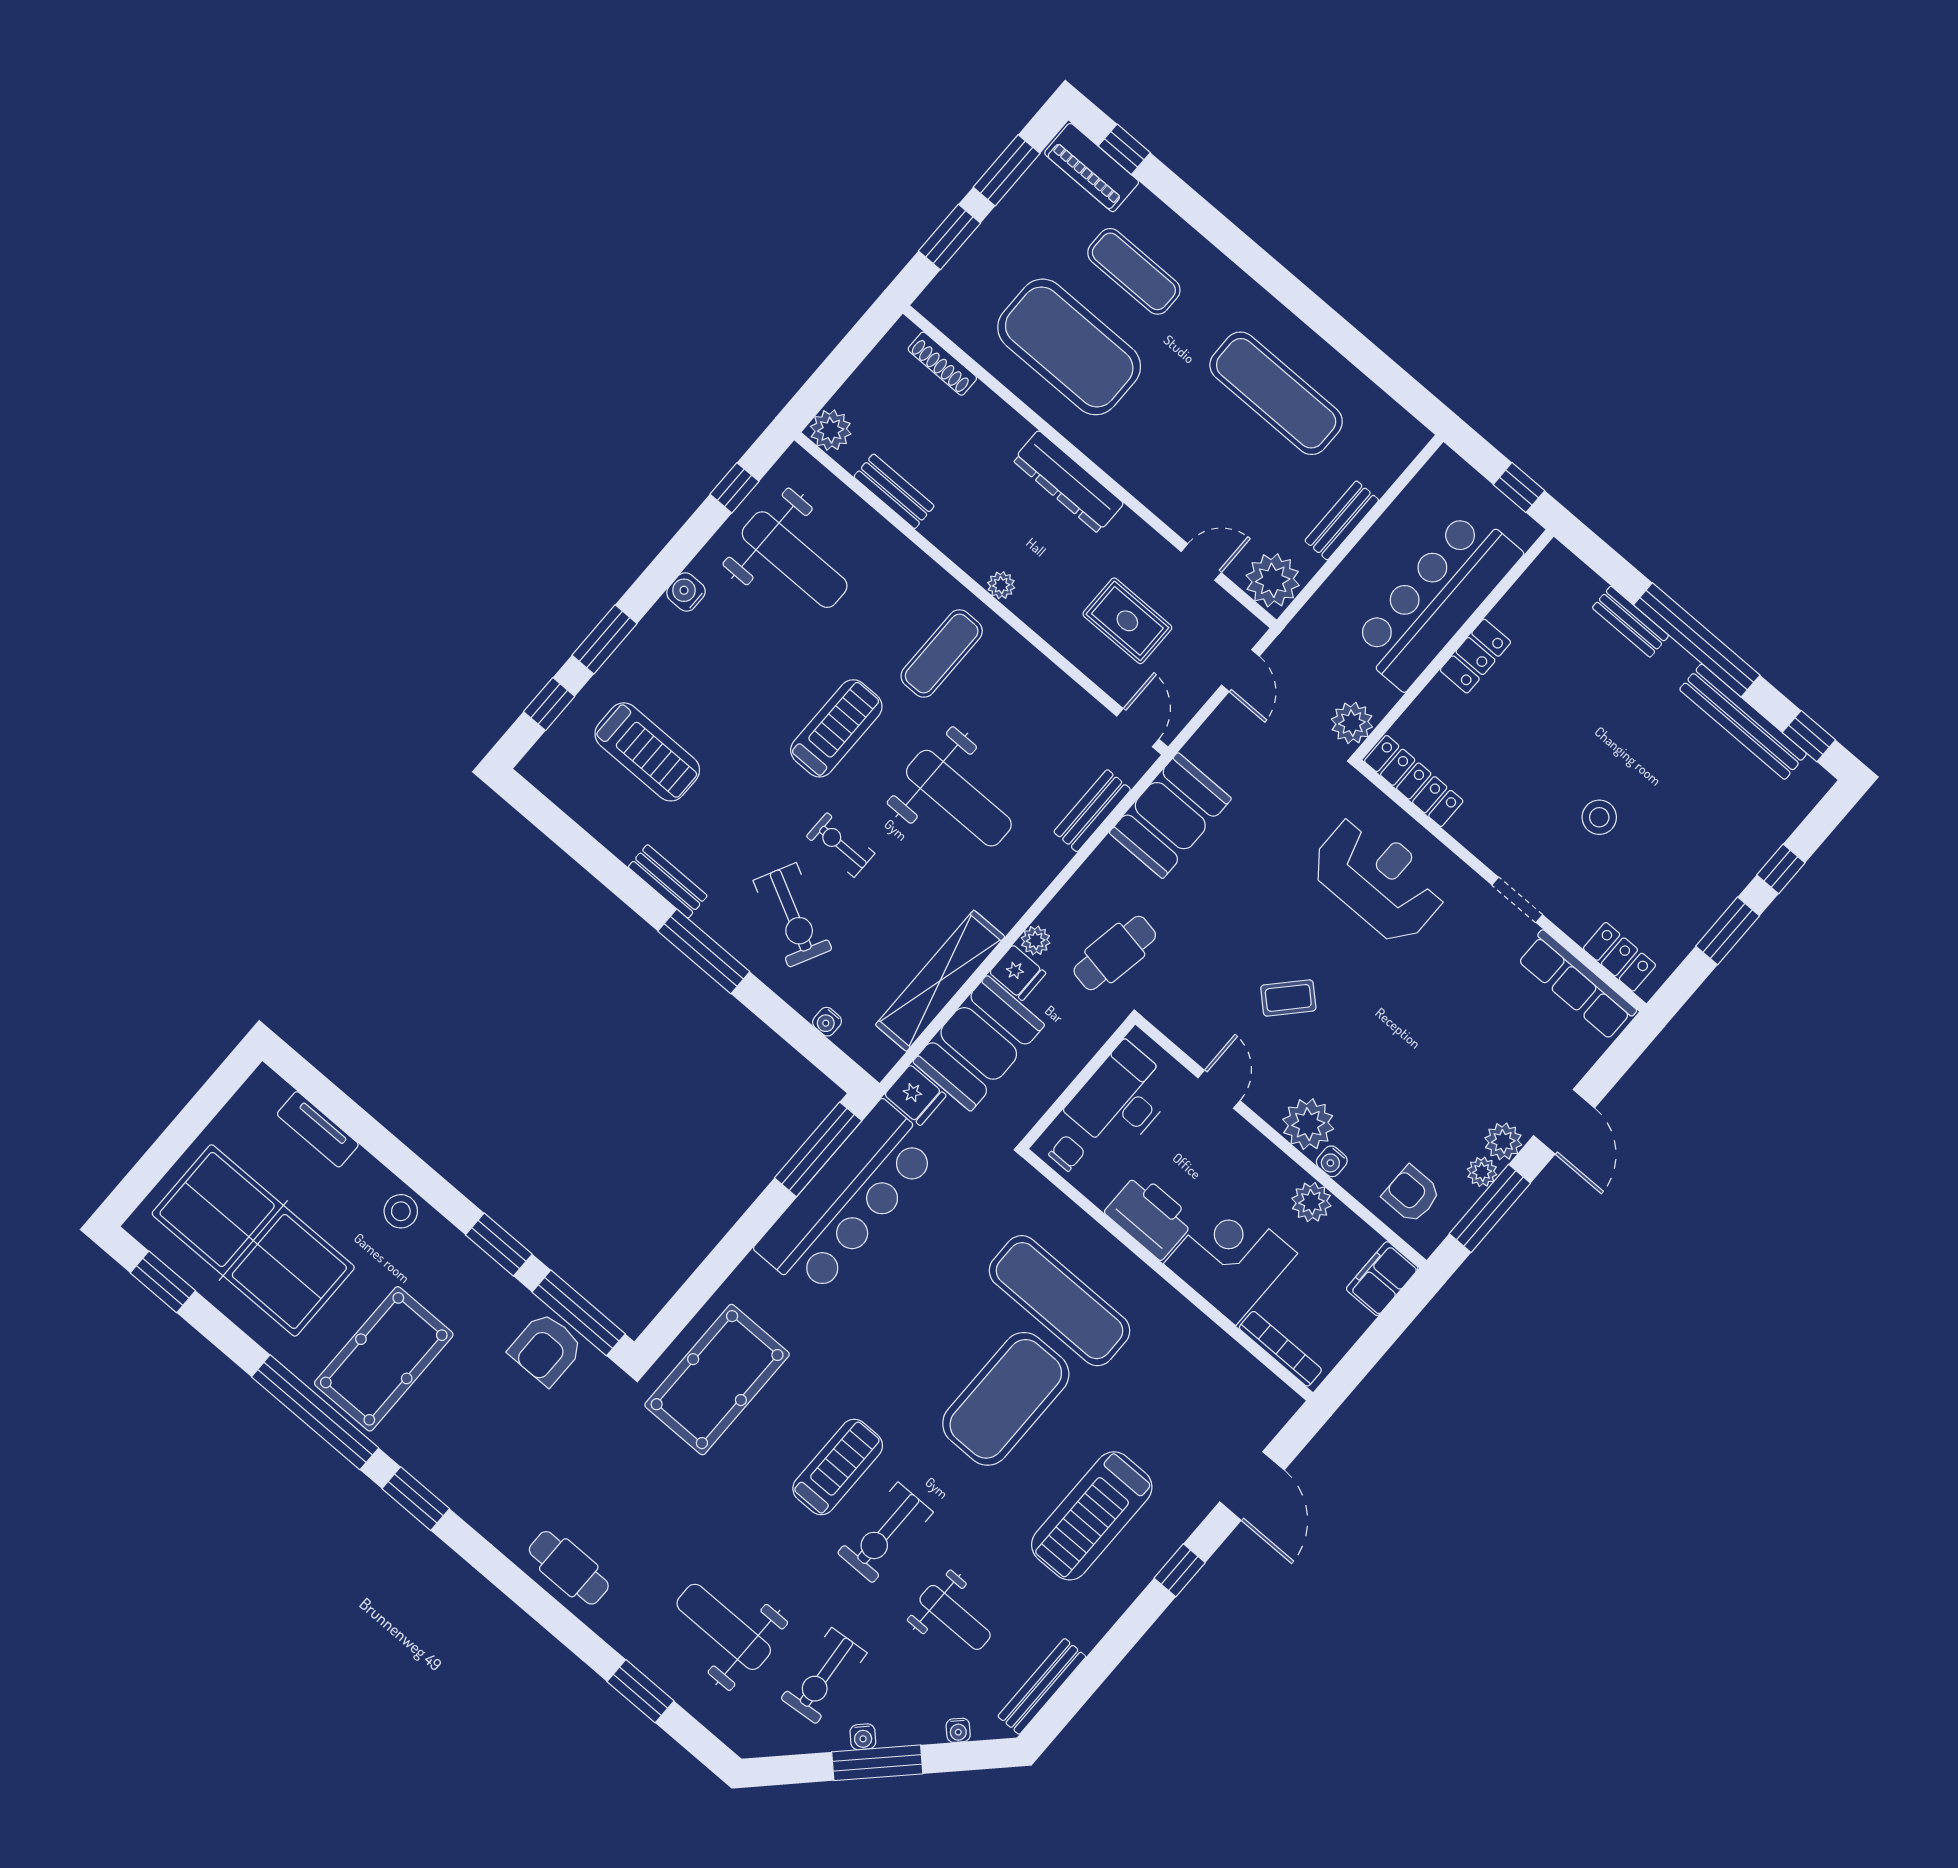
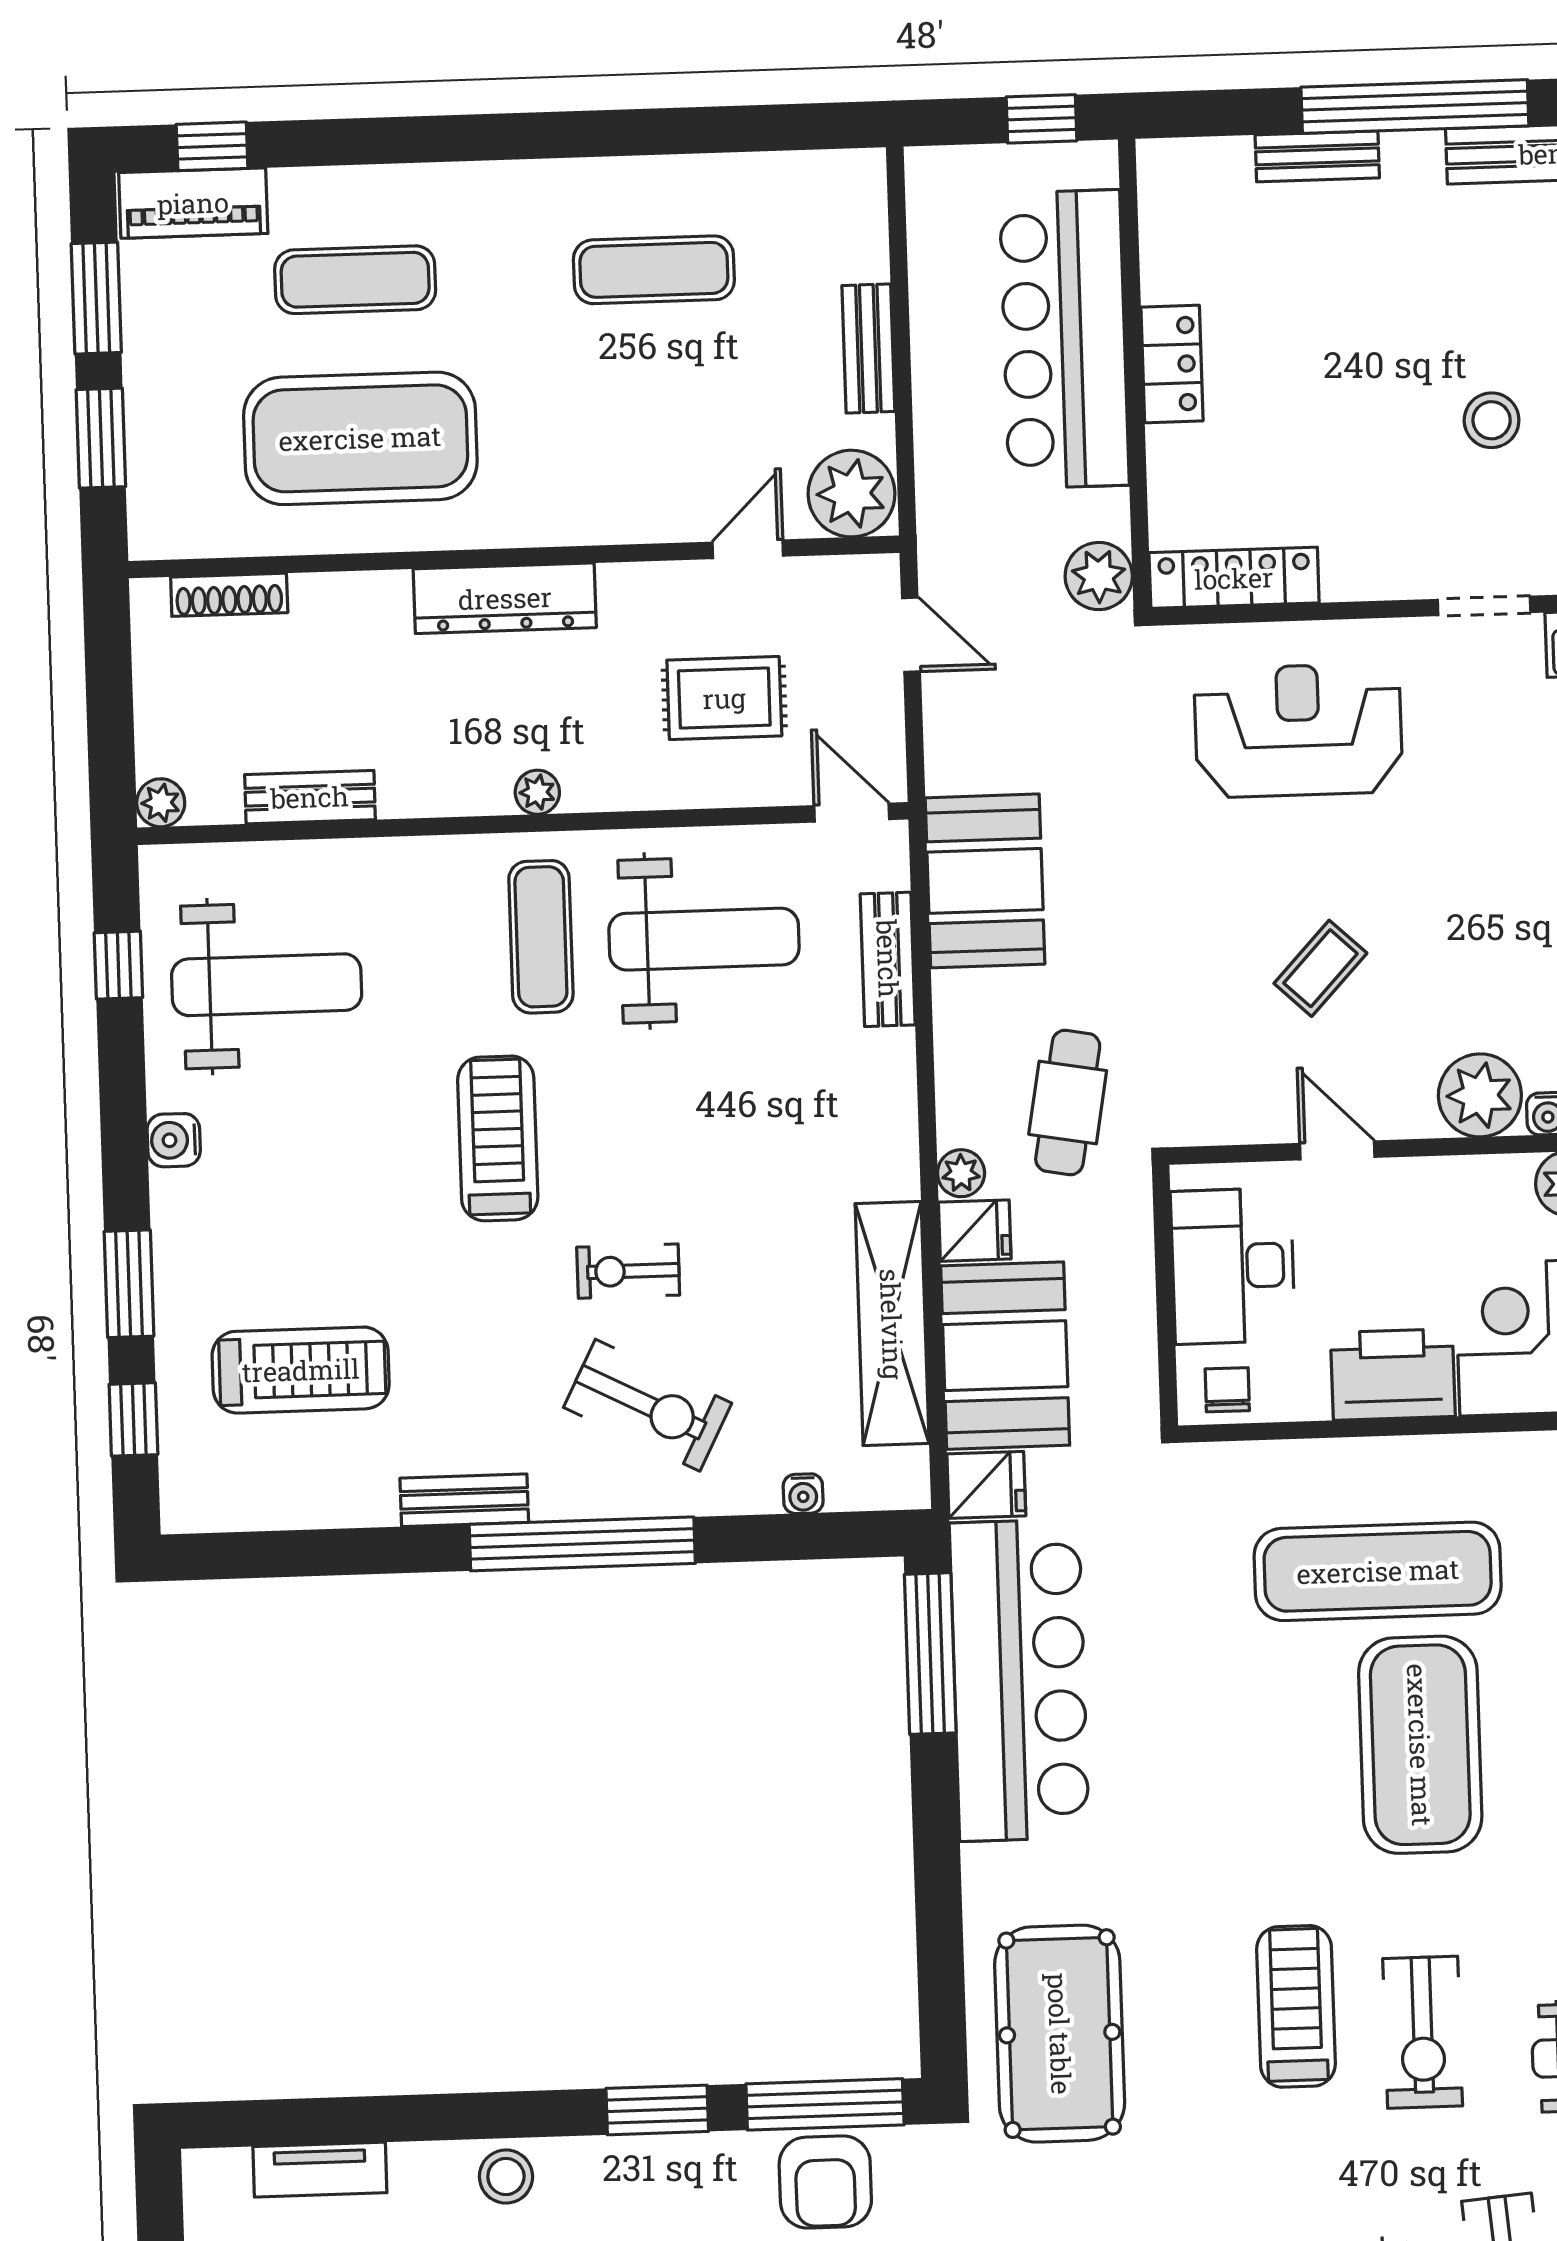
exercise mat: (1276, 393) -> (654, 270), width x0.73, depth x0.69
plant: (831, 430) -> (161, 803), width x0.73, depth x0.73
weight bench: (959, 798) -> (704, 939), moved
window: (704, 951) -> (582, 1544), width x1.46

